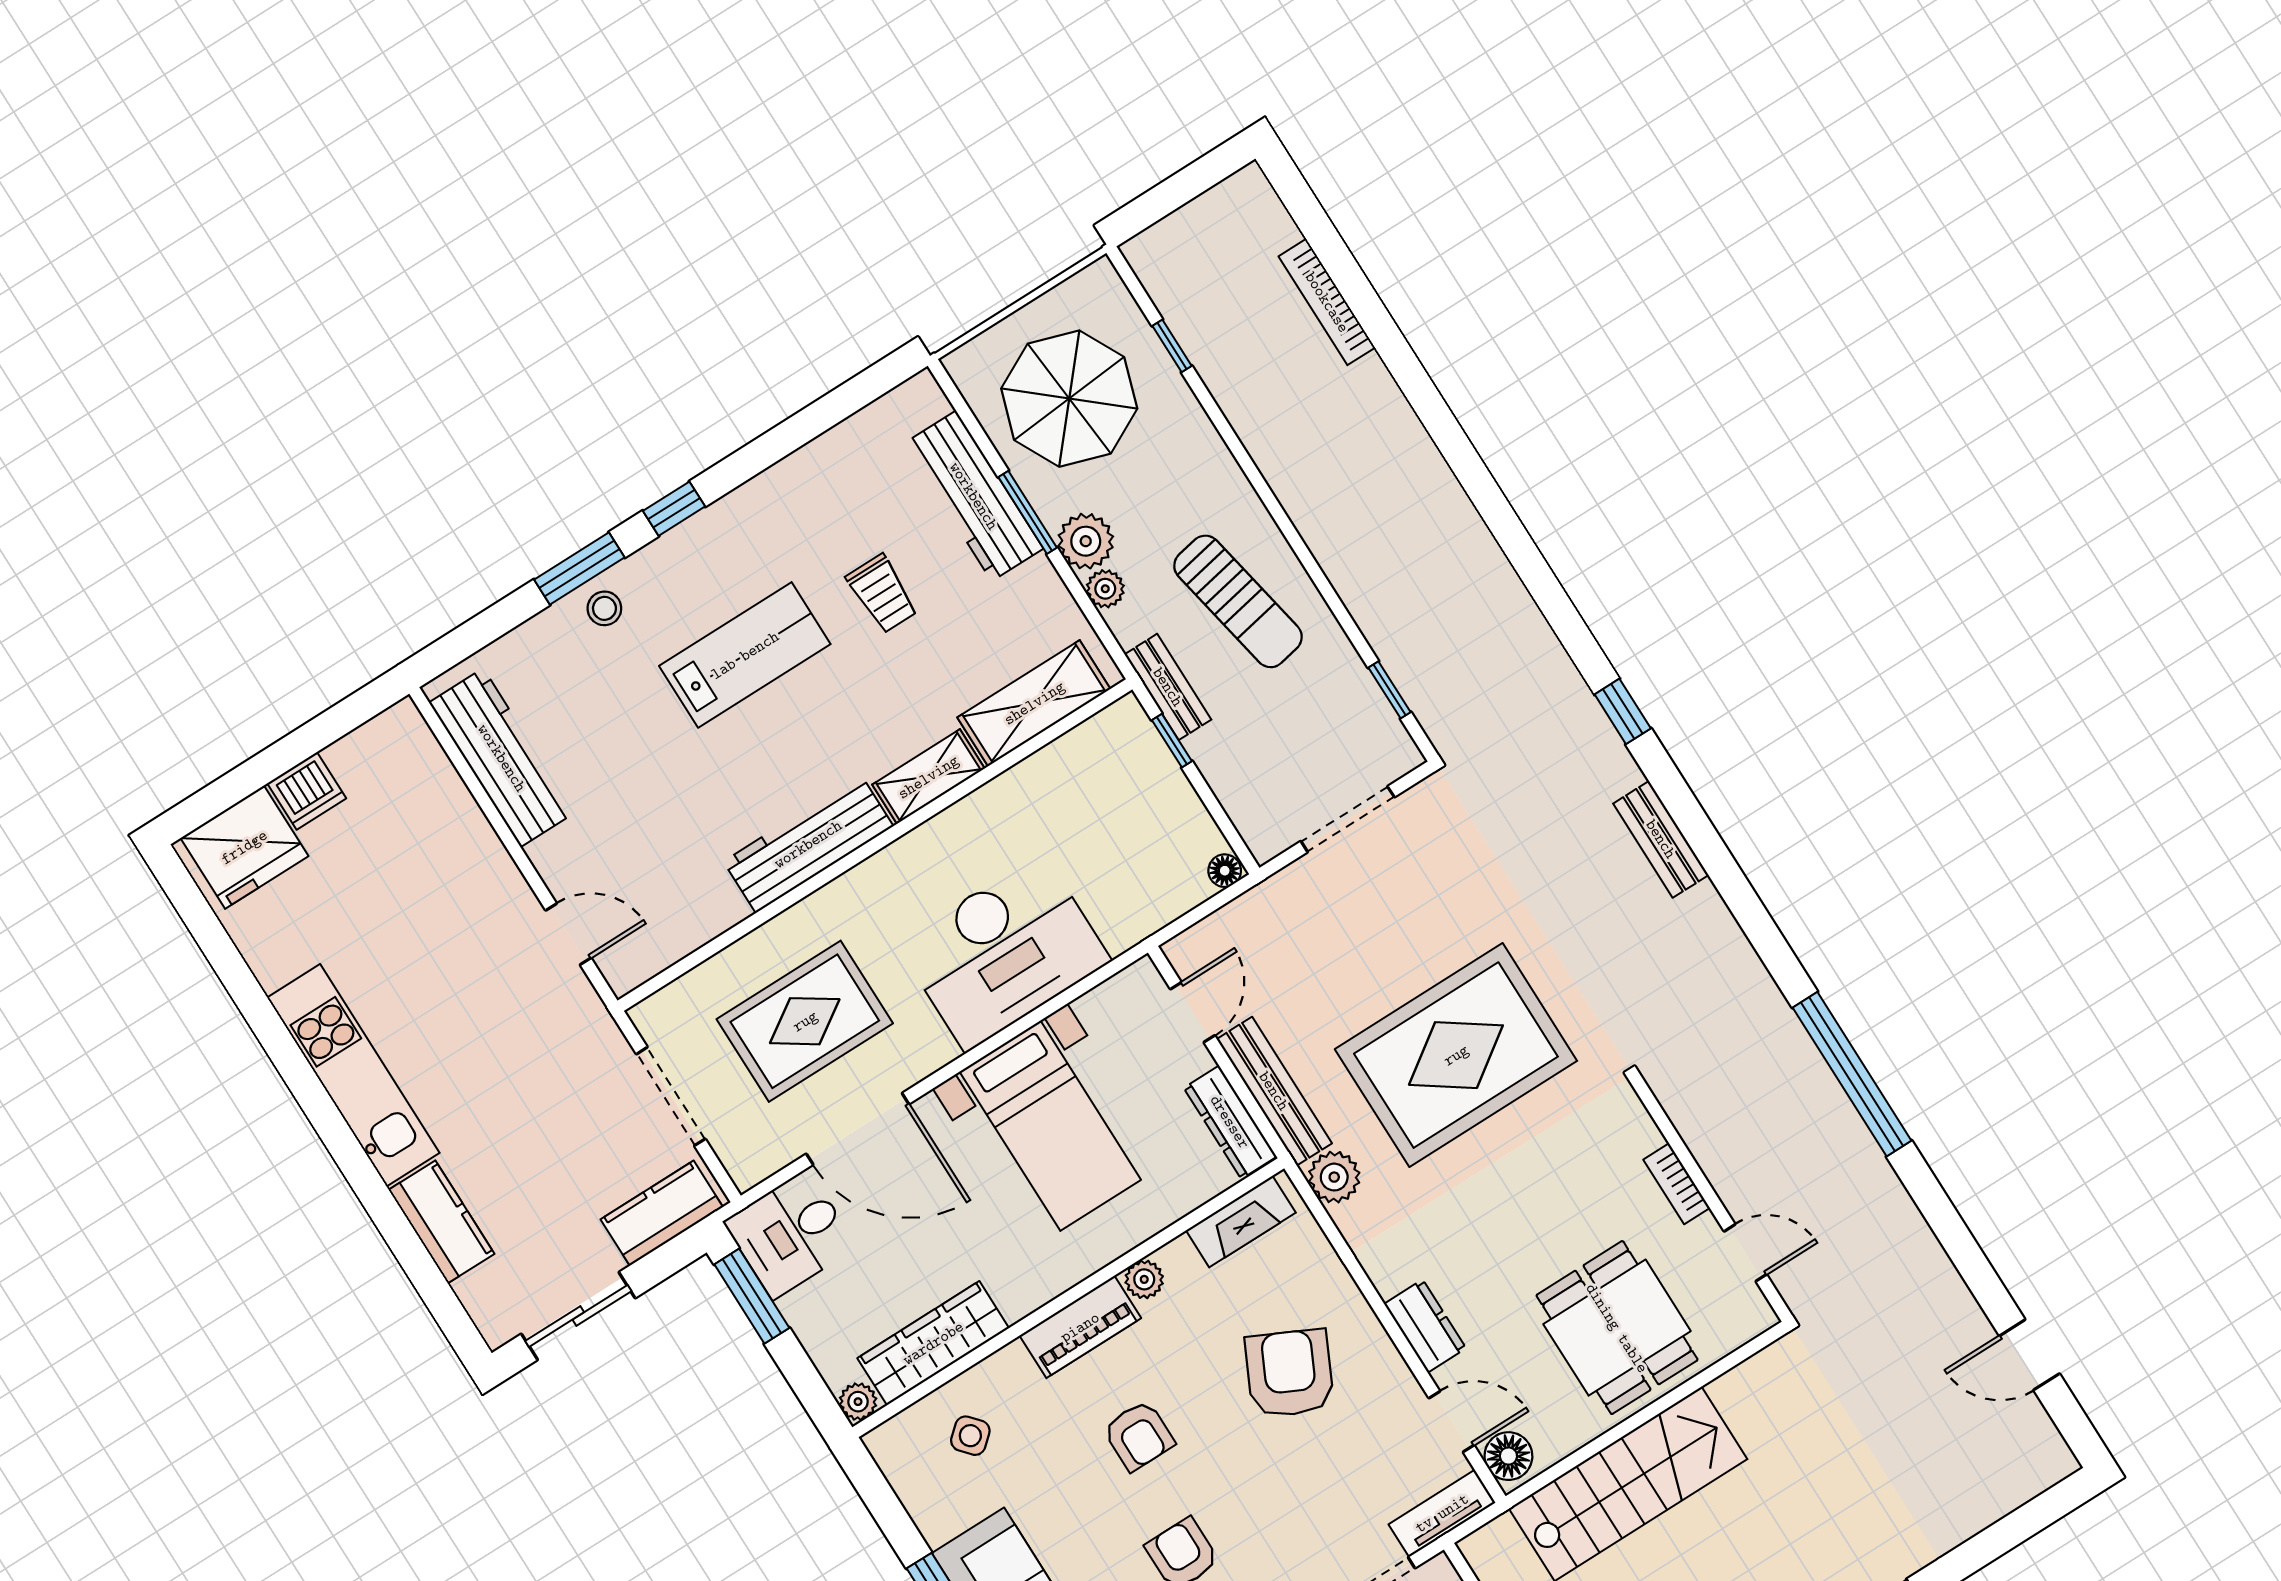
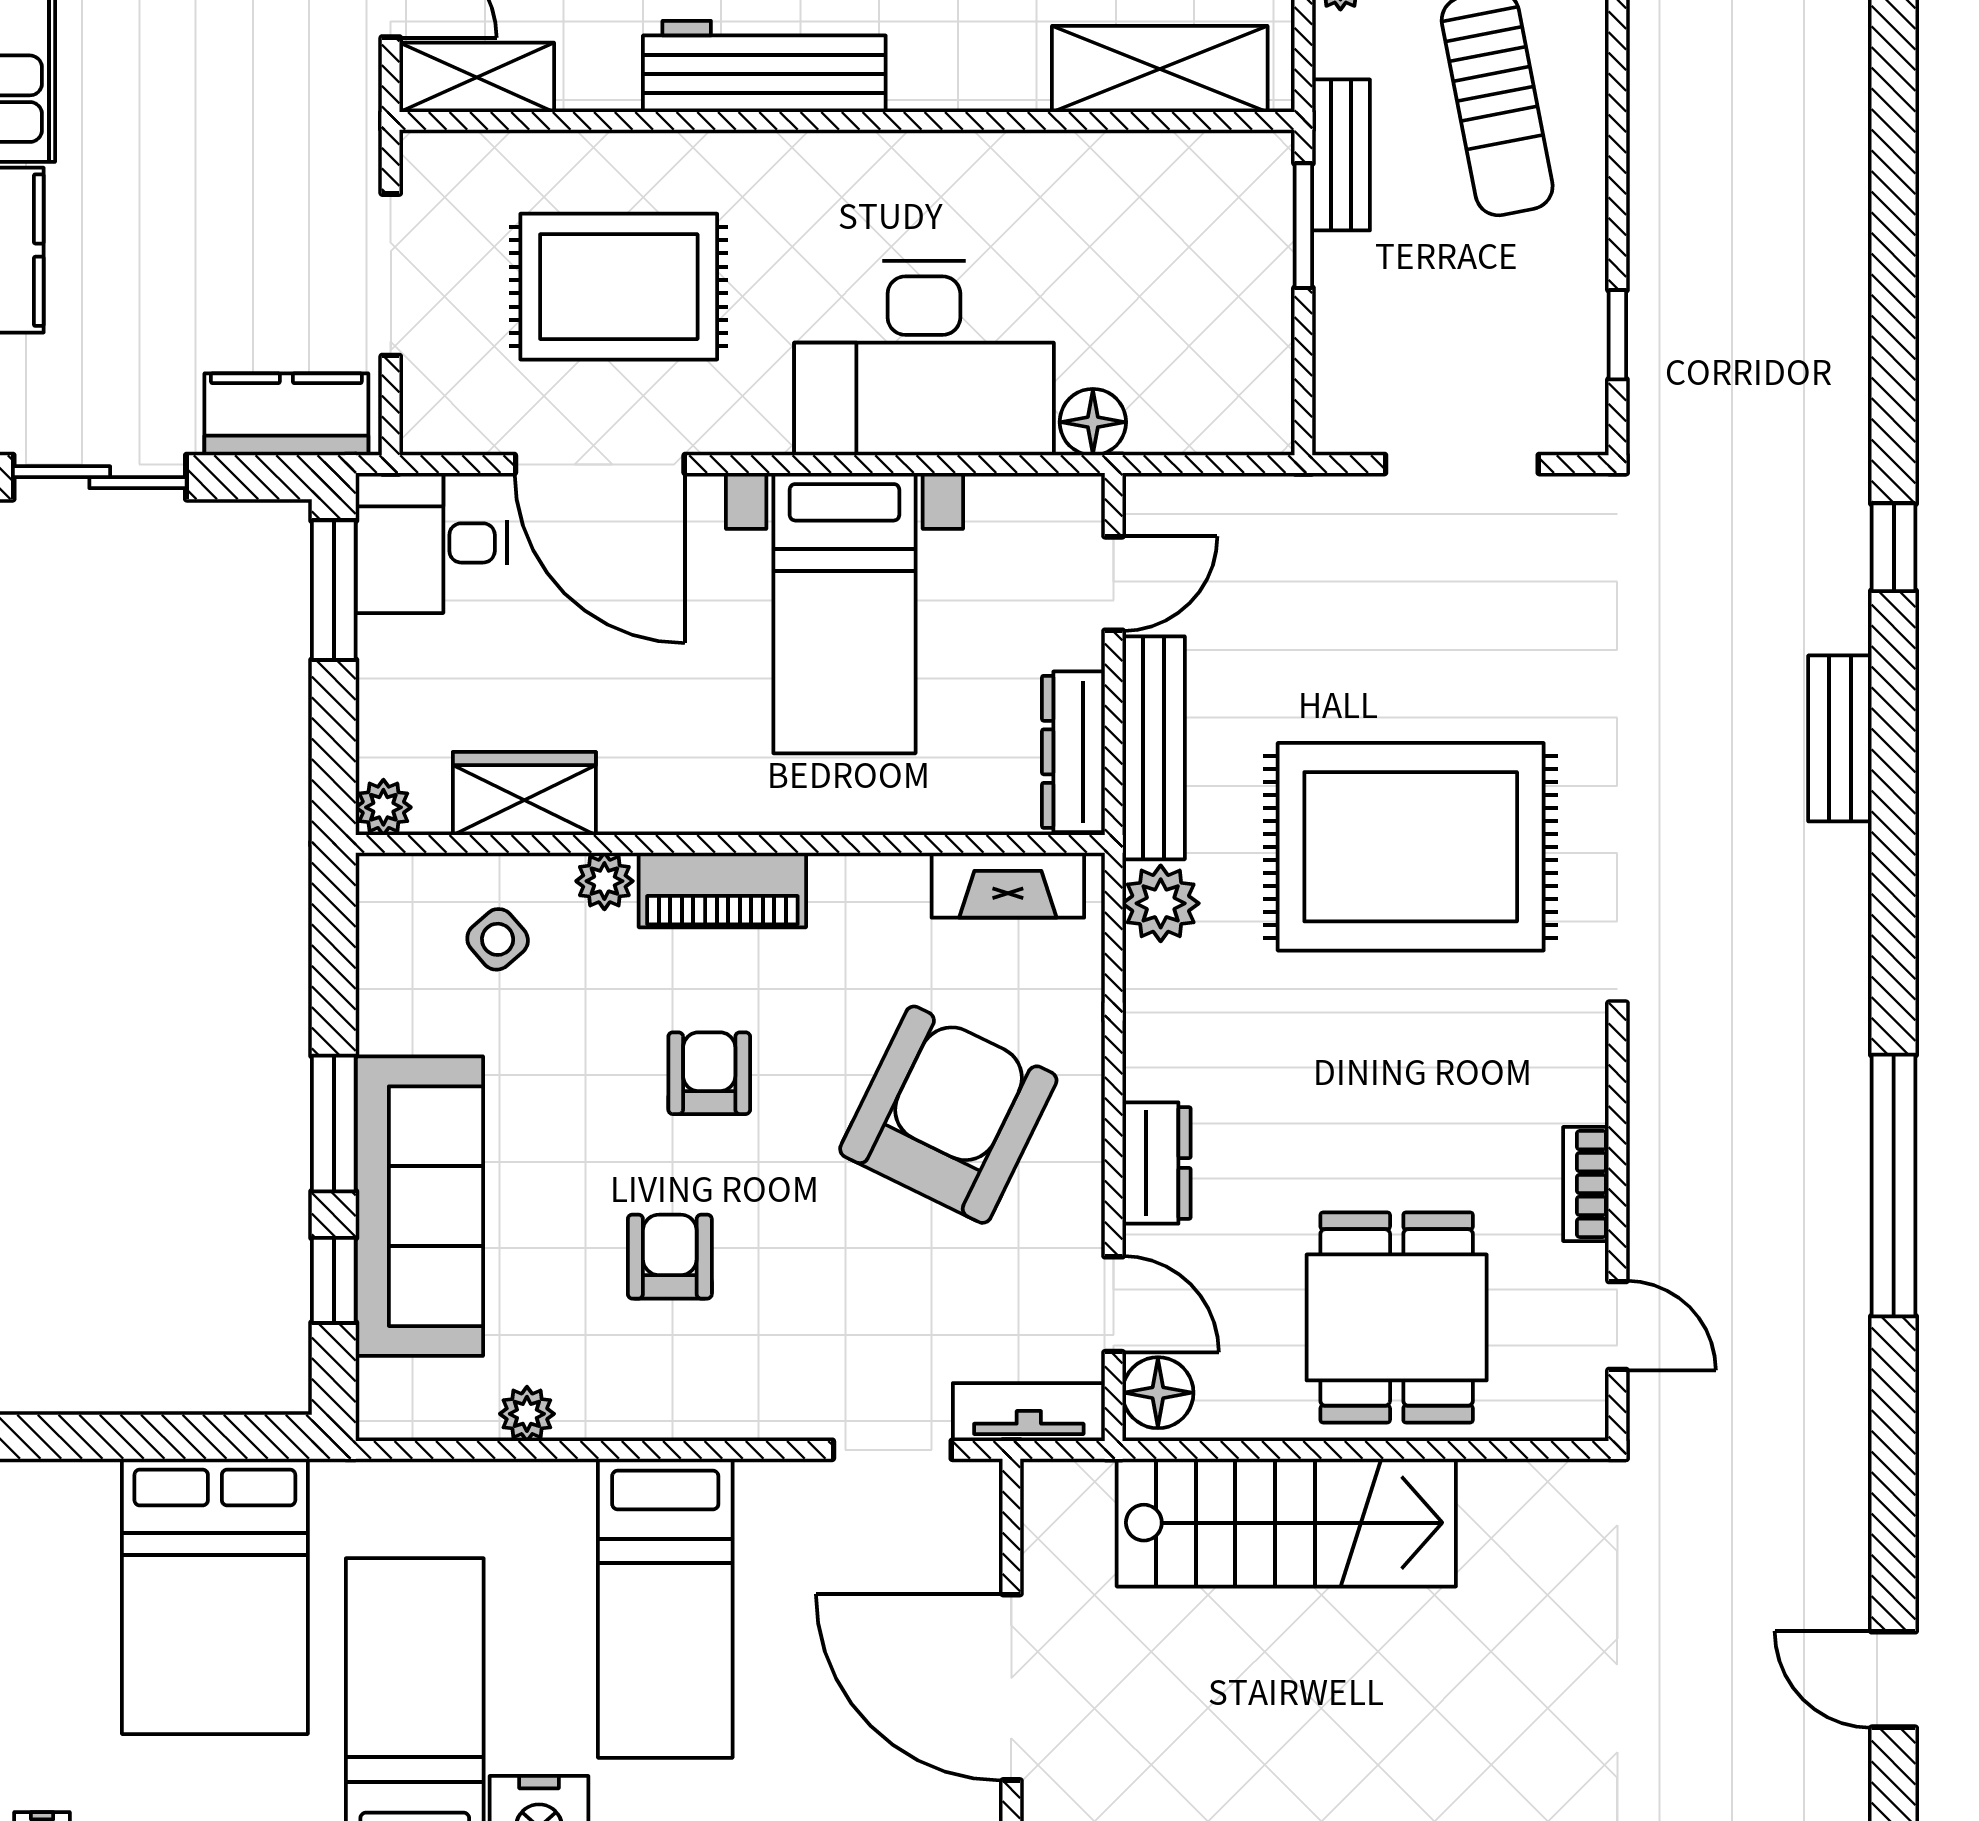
window: (1172, 741) -> (1303, 226), width x1.50
shelving: (928, 777) -> (477, 77), moved
floor lamp: (1225, 871) -> (1093, 422), moved, width x1.37, depth x1.37
plant: (1144, 1279) -> (604, 881), moved
wardrobe: (933, 1343) -> (524, 793), width x0.67
armchair: (1289, 1373) -> (948, 1115), width x1.36, depth x1.36
armchair: (1139, 1436) -> (709, 1073), turned 180

